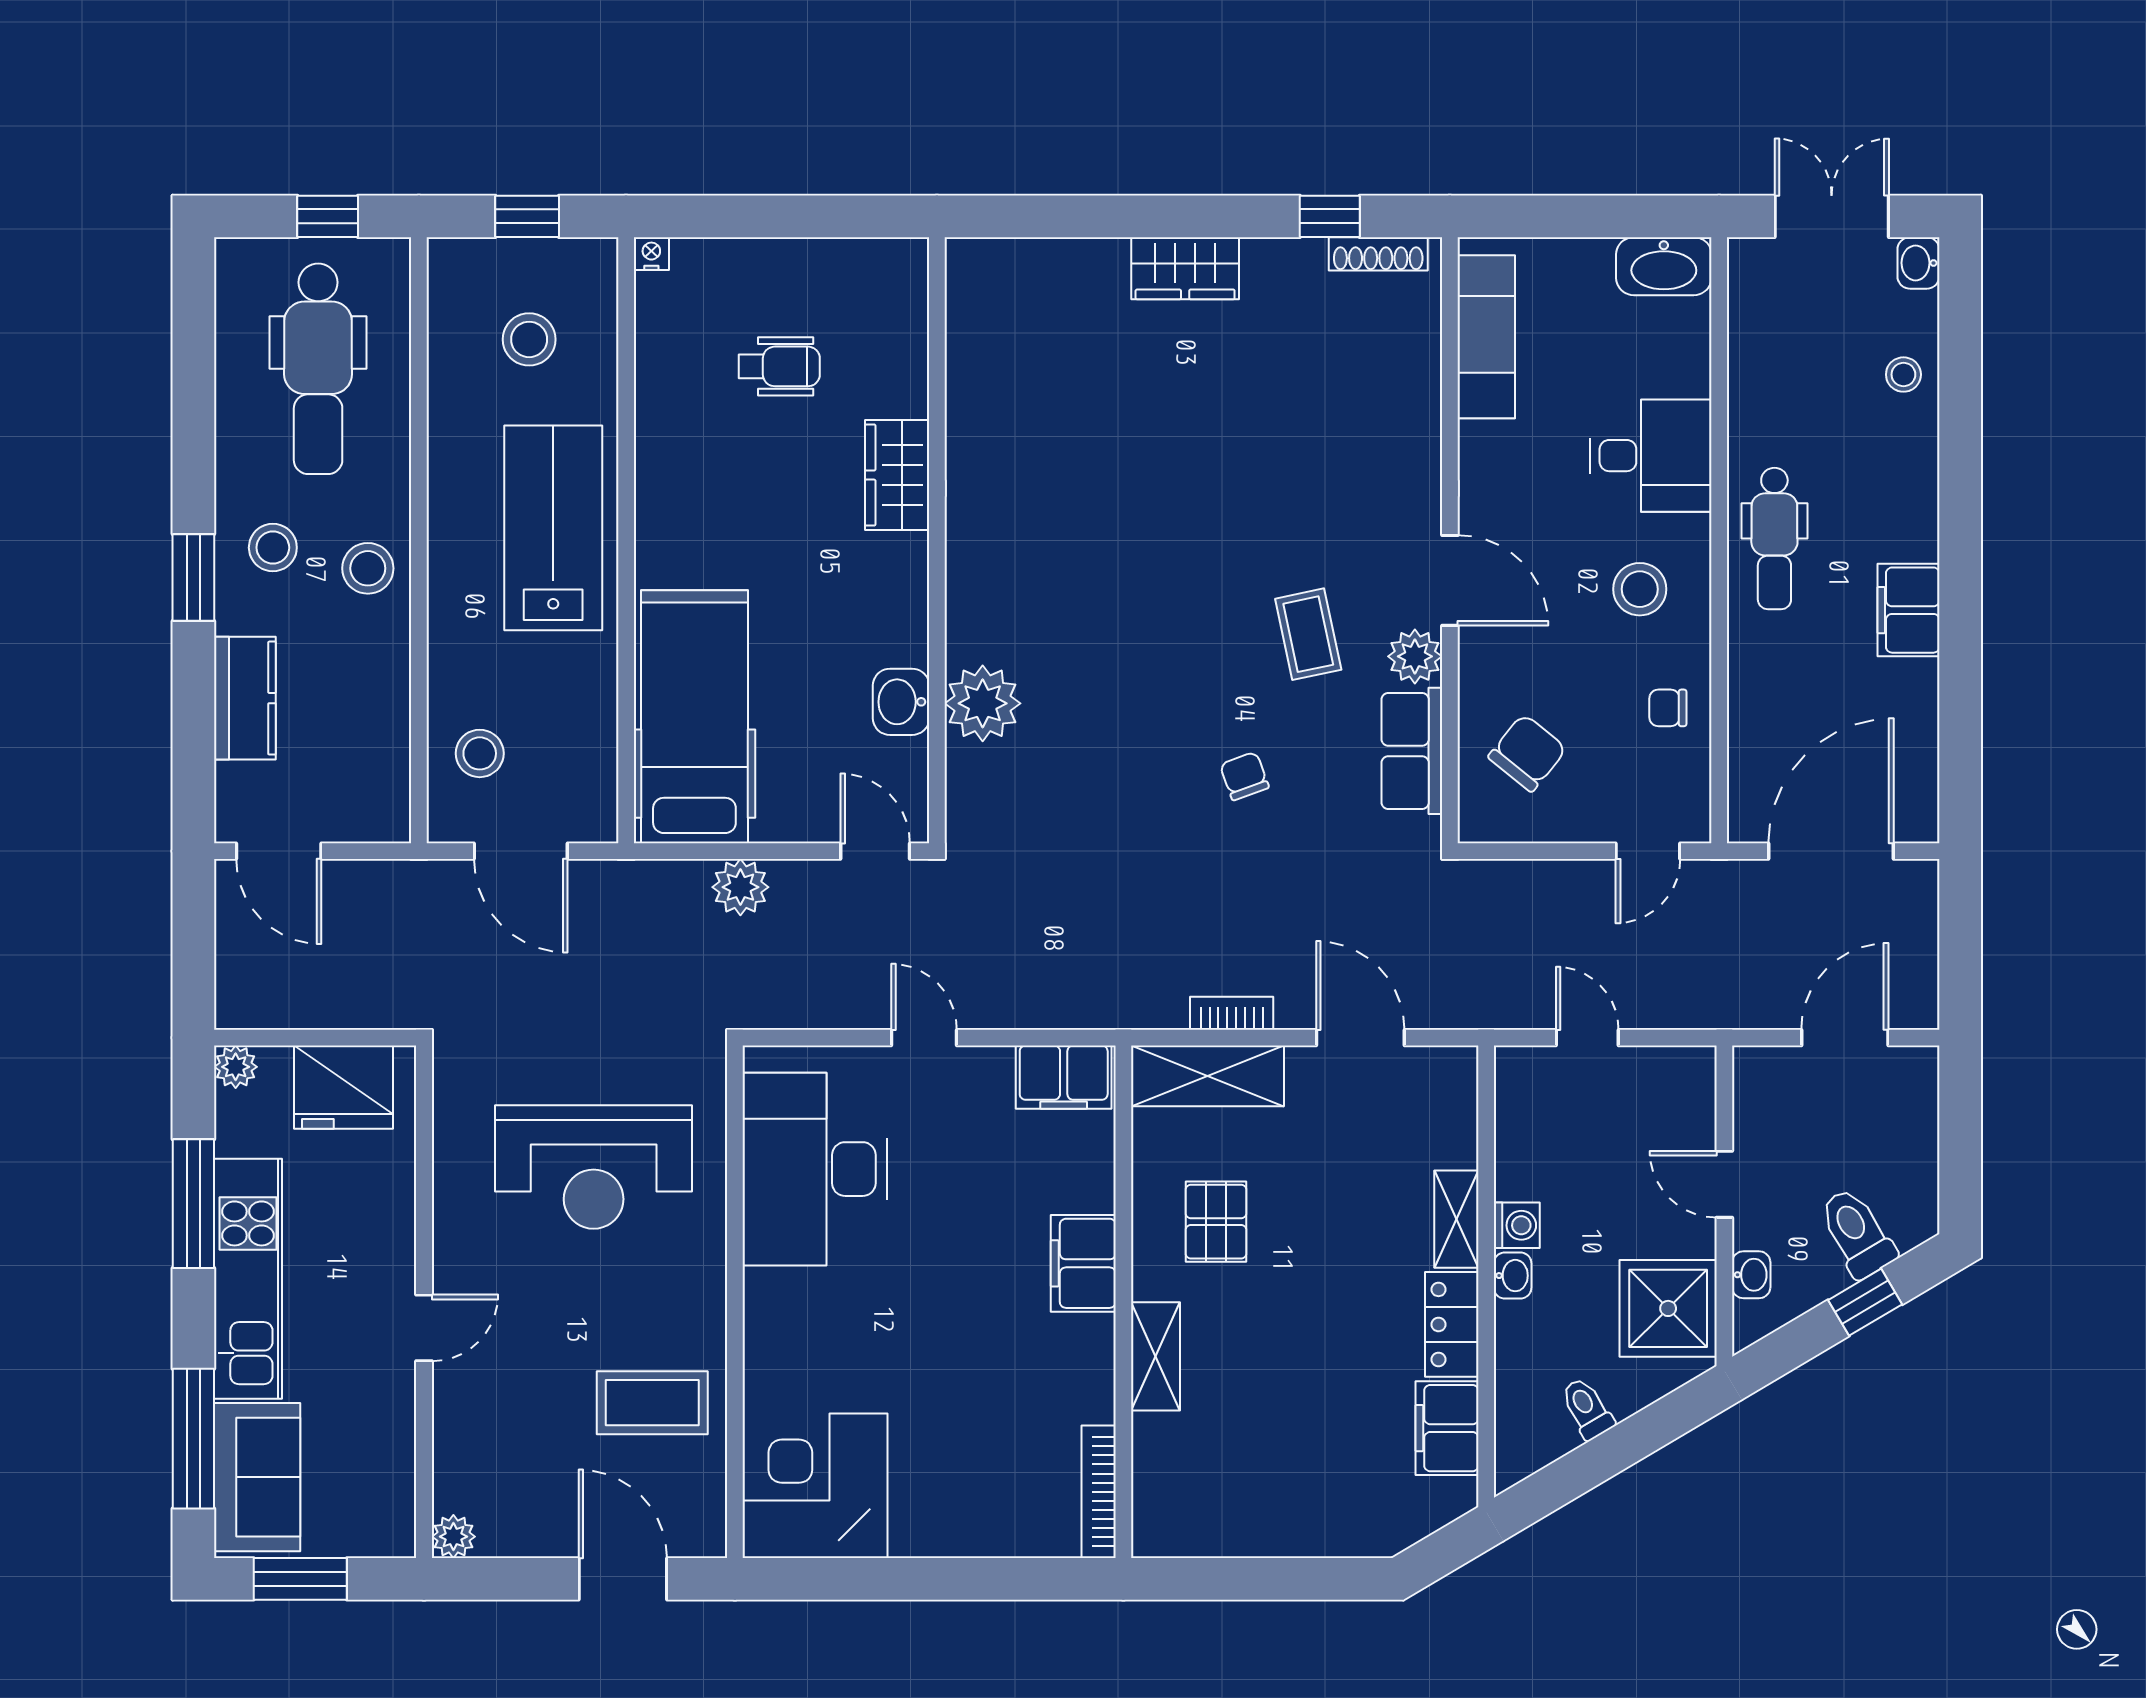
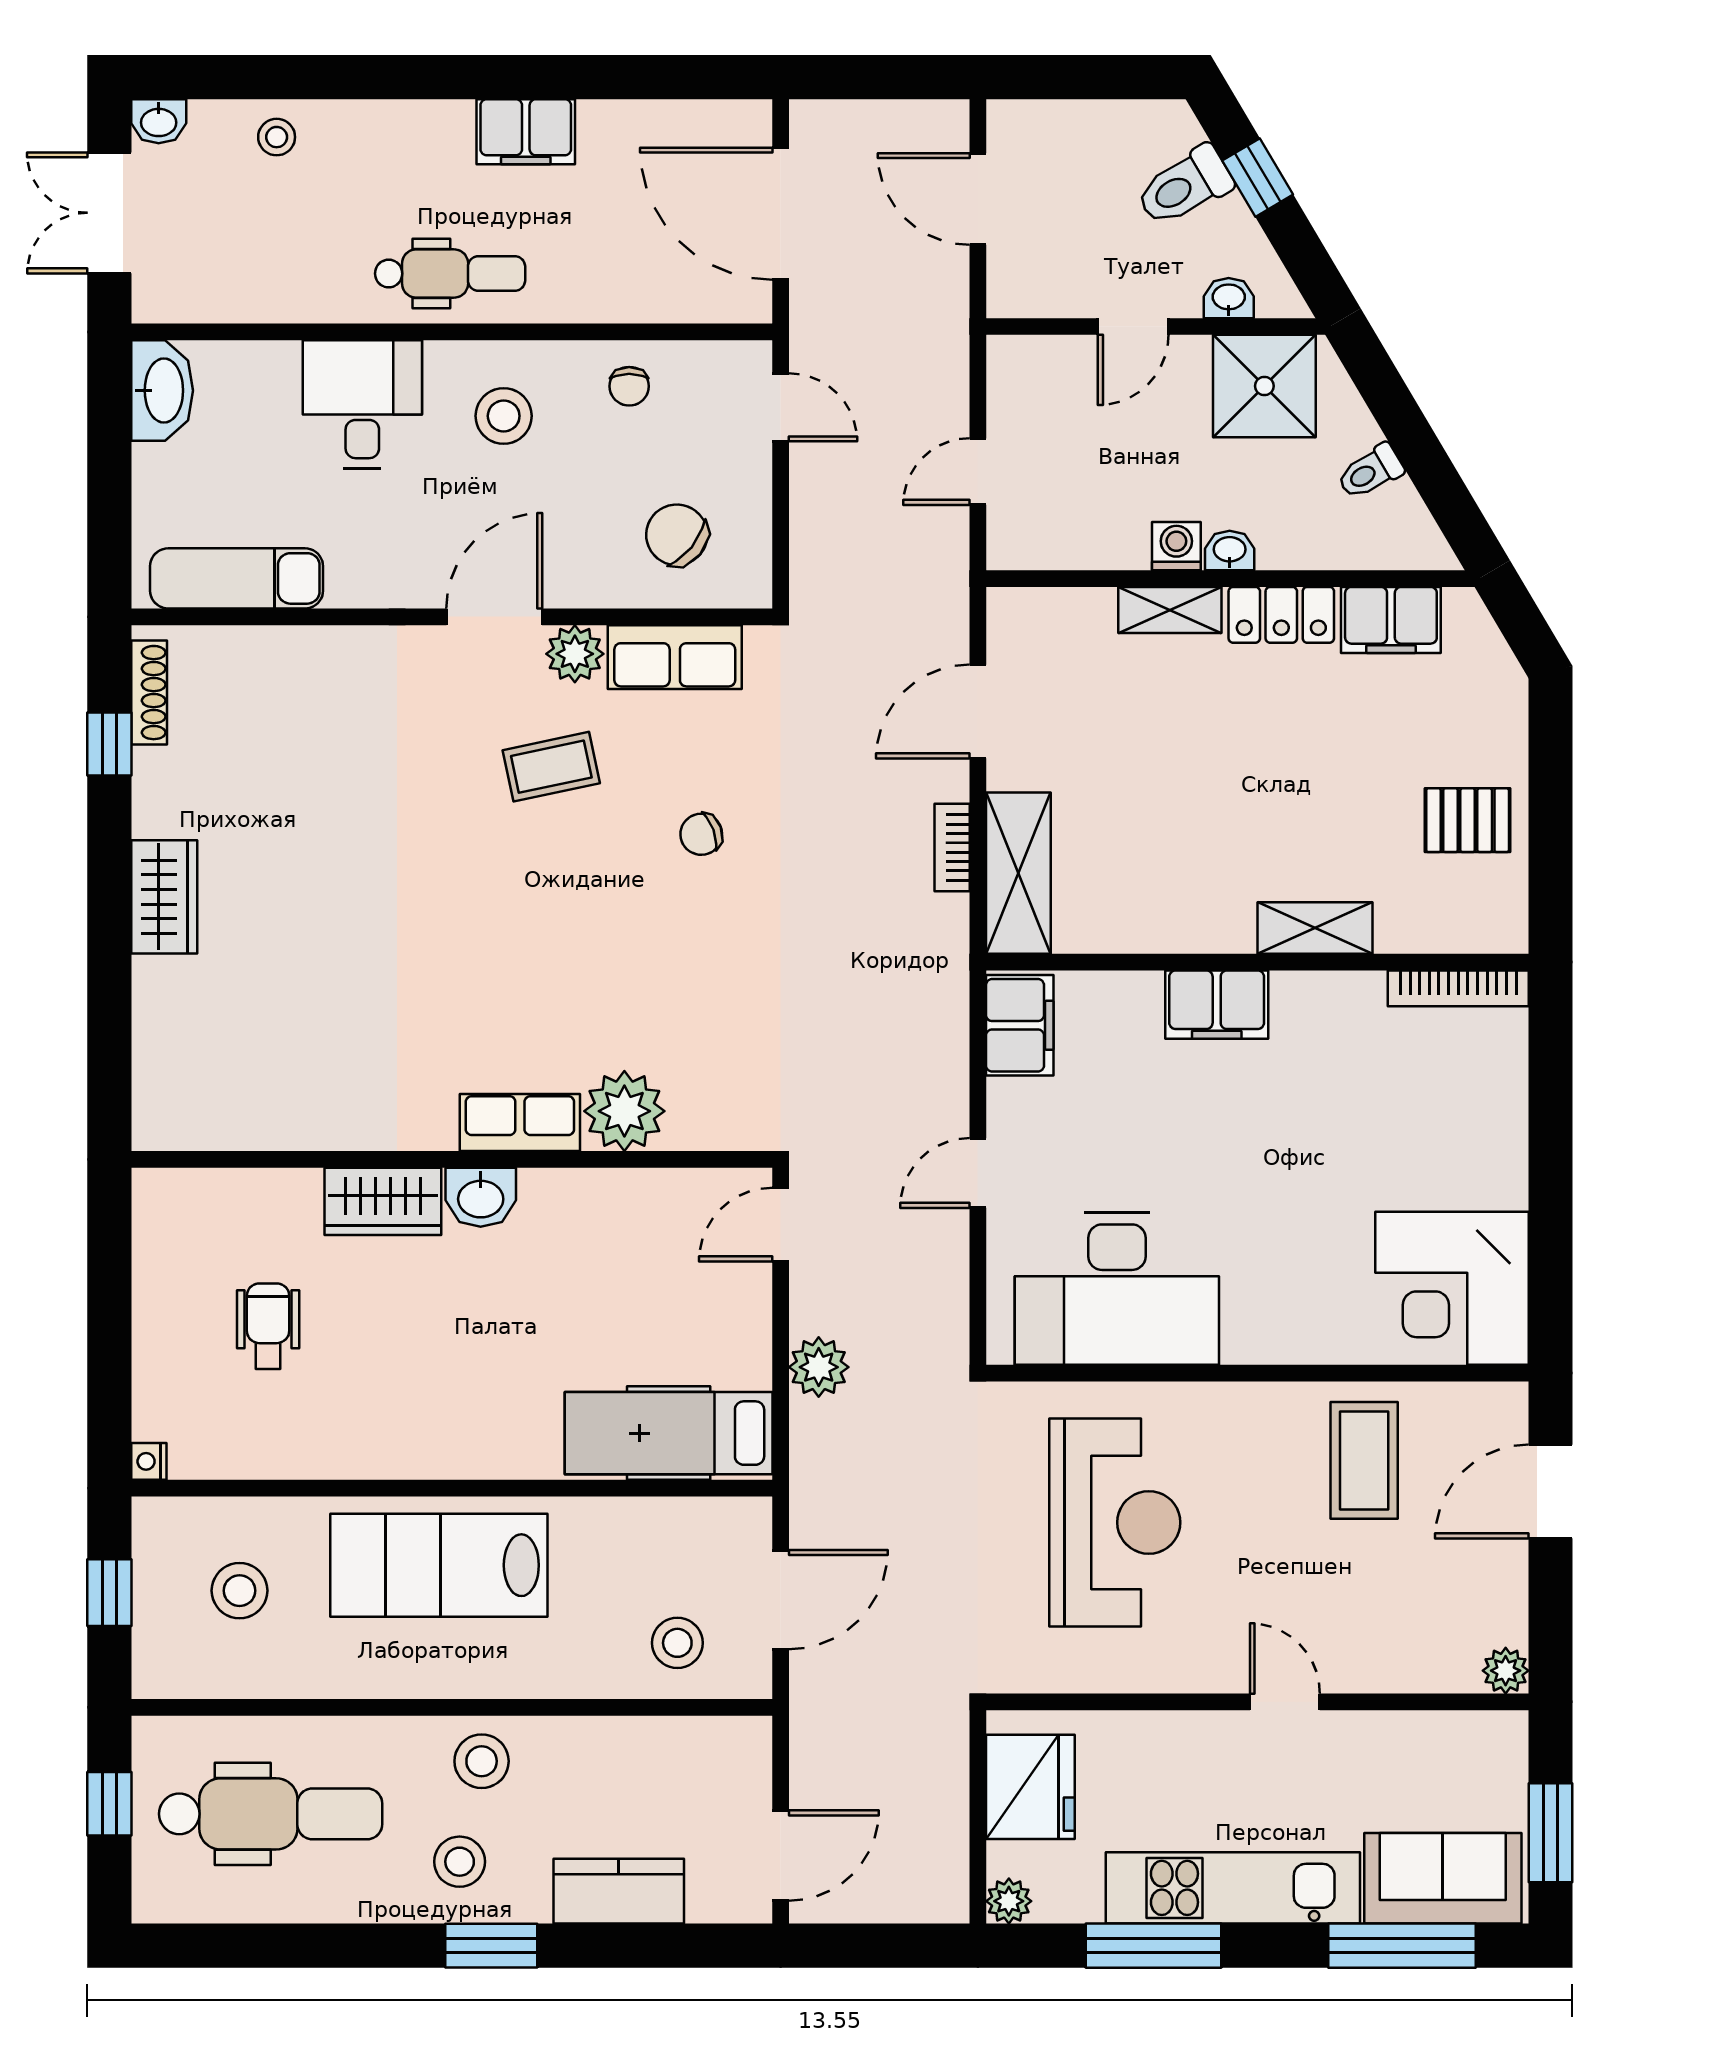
row of seats: (972, 605) -> (520, 1122), added
washbasin: (901, 702) -> (481, 1197), moved
hospital bed: (694, 717) -> (669, 1433), width x0.73, depth x0.78
pallet: (1216, 1222) -> (1468, 820), moved

